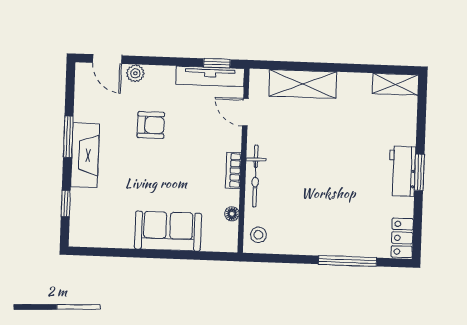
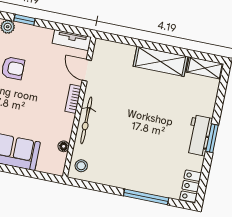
window: (217, 63) -> (24, 20), moved
tv unit: (210, 76) -> (72, 40), width x0.71
shelving: (303, 84) -> (161, 61), moved
bookcase: (233, 170) -> (73, 99), moved

